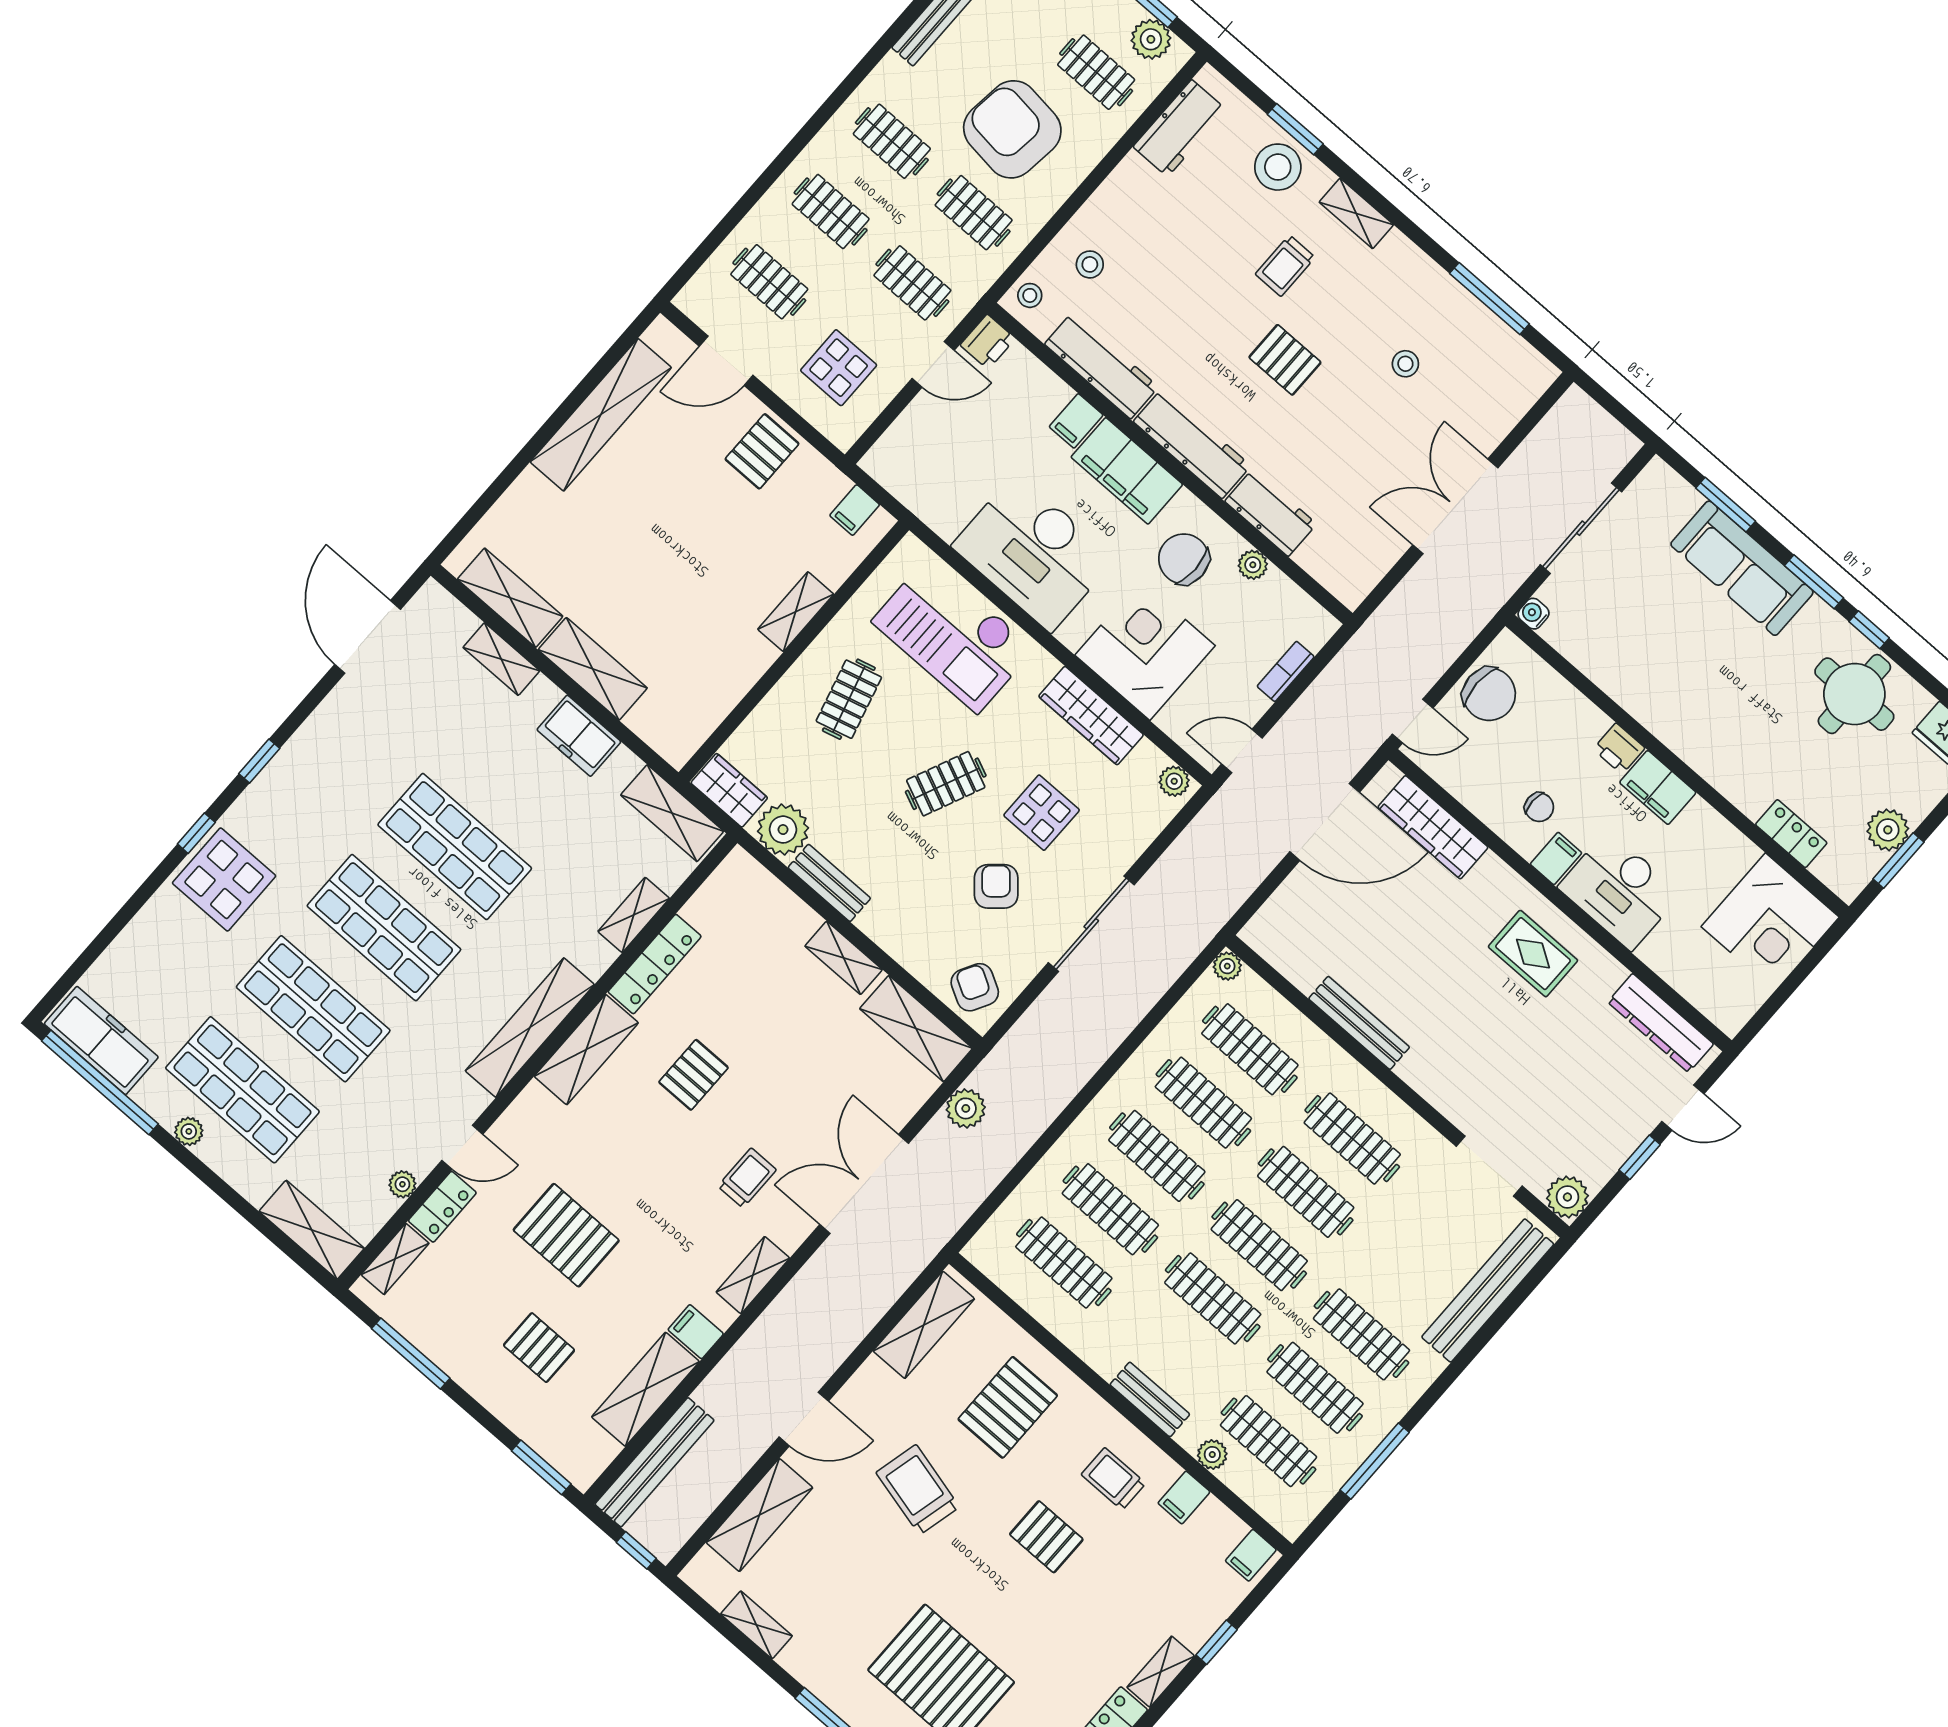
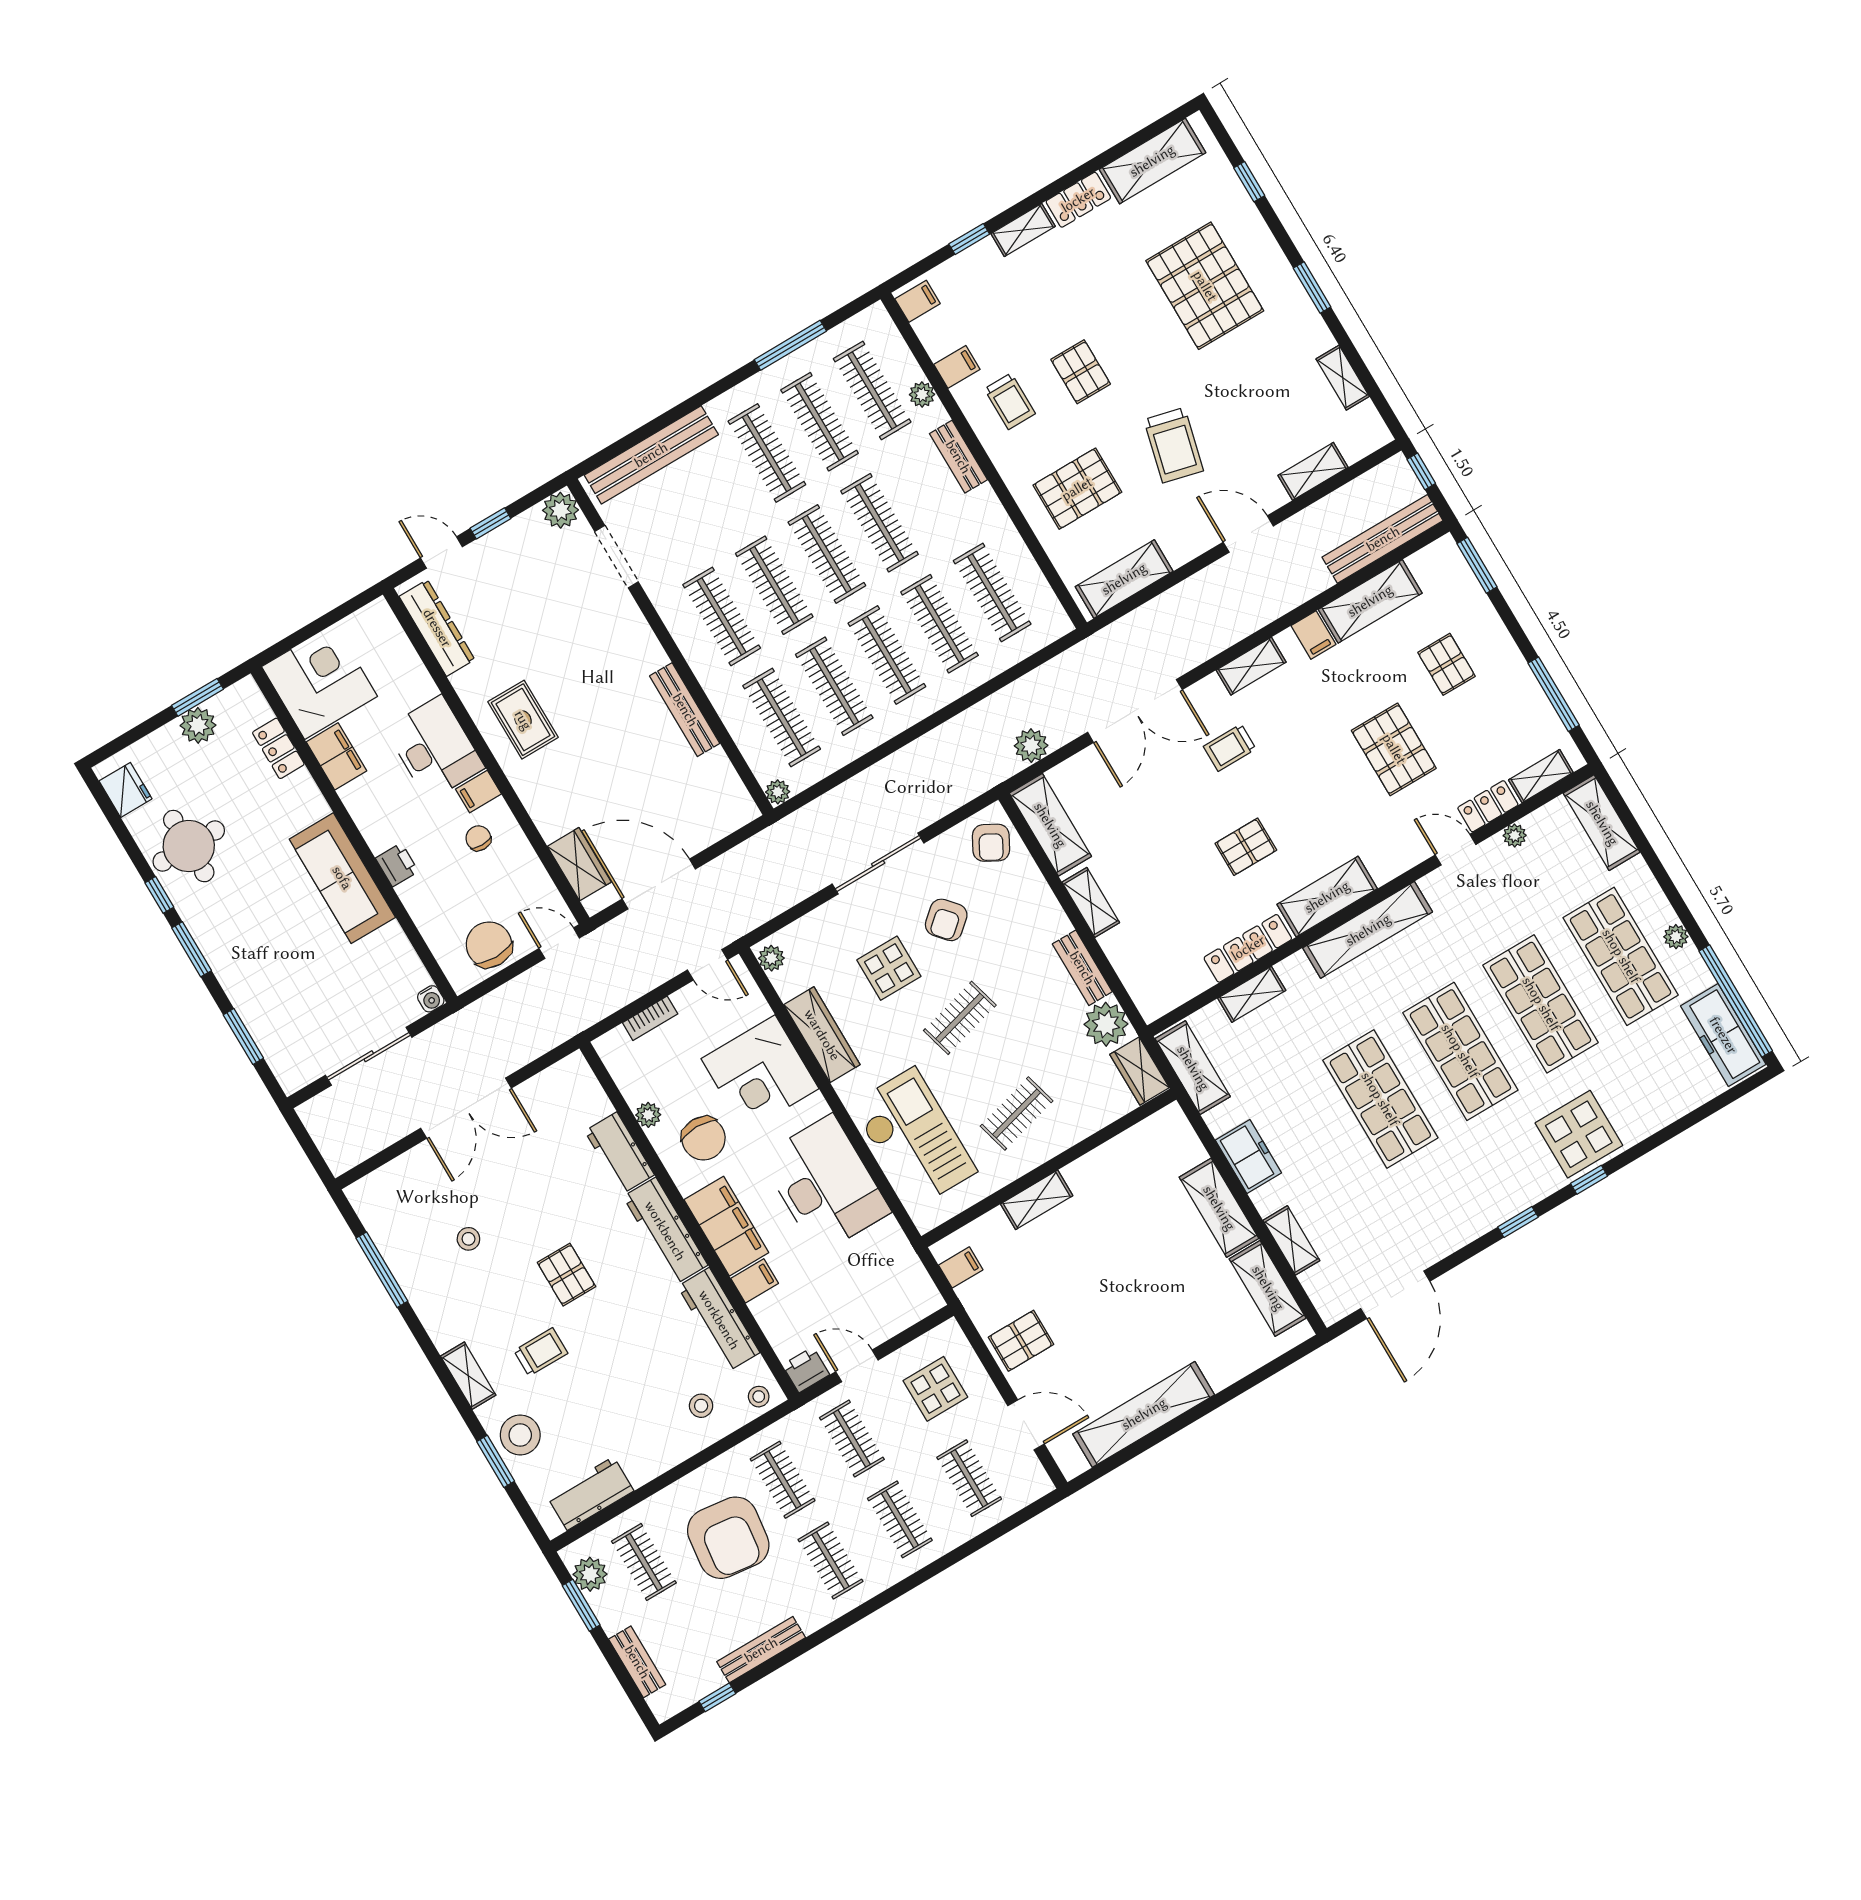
sofa: (1742, 568) -> (342, 878), moved, turned 180
clothes rail: (946, 784) -> (960, 1018), turned -39
filing cabinet: (1658, 787) -> (336, 756), moved
wardrobe: (1433, 827) -> (579, 864), width x0.67
shelving: (759, 1515) -> (1313, 471), width x0.67, depth x0.75

